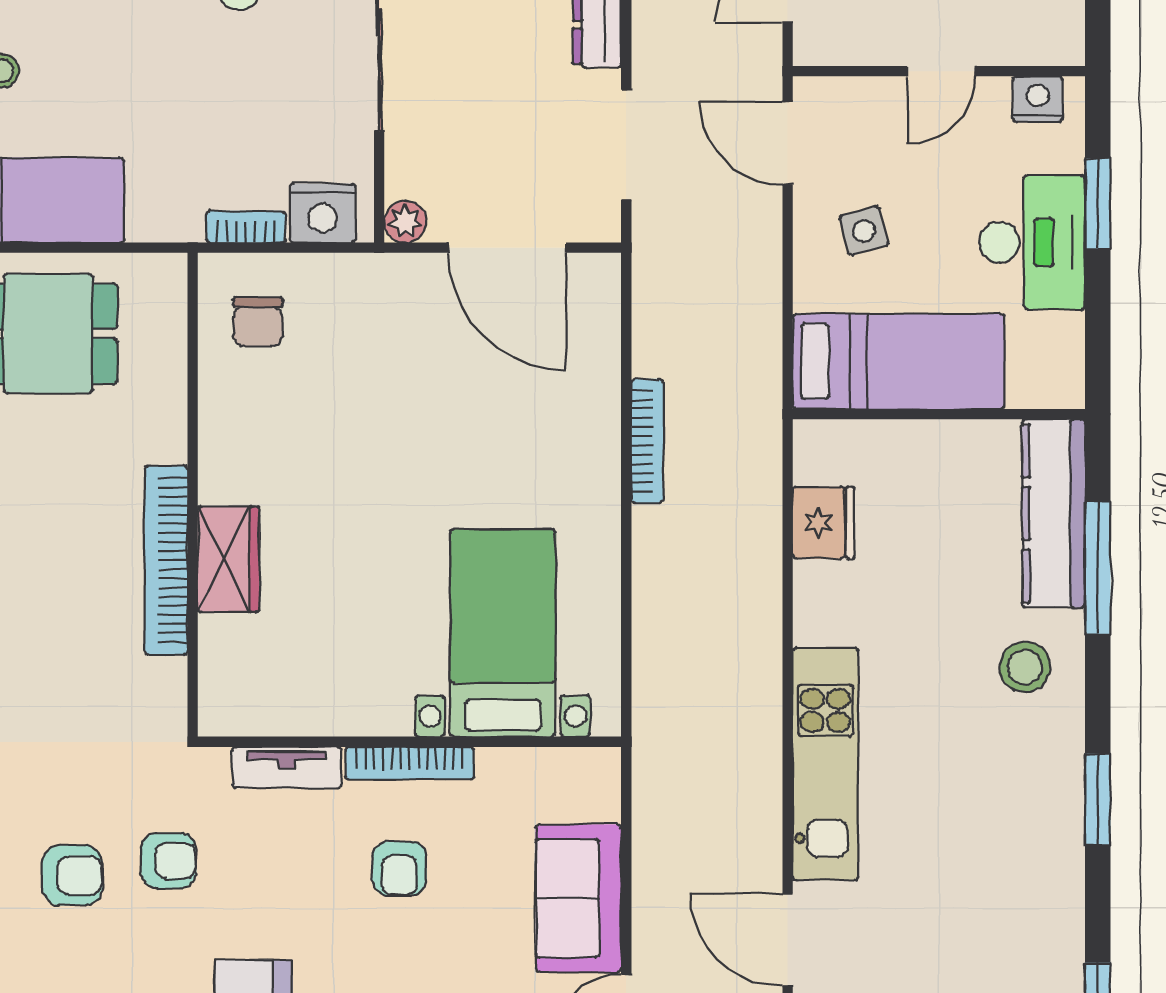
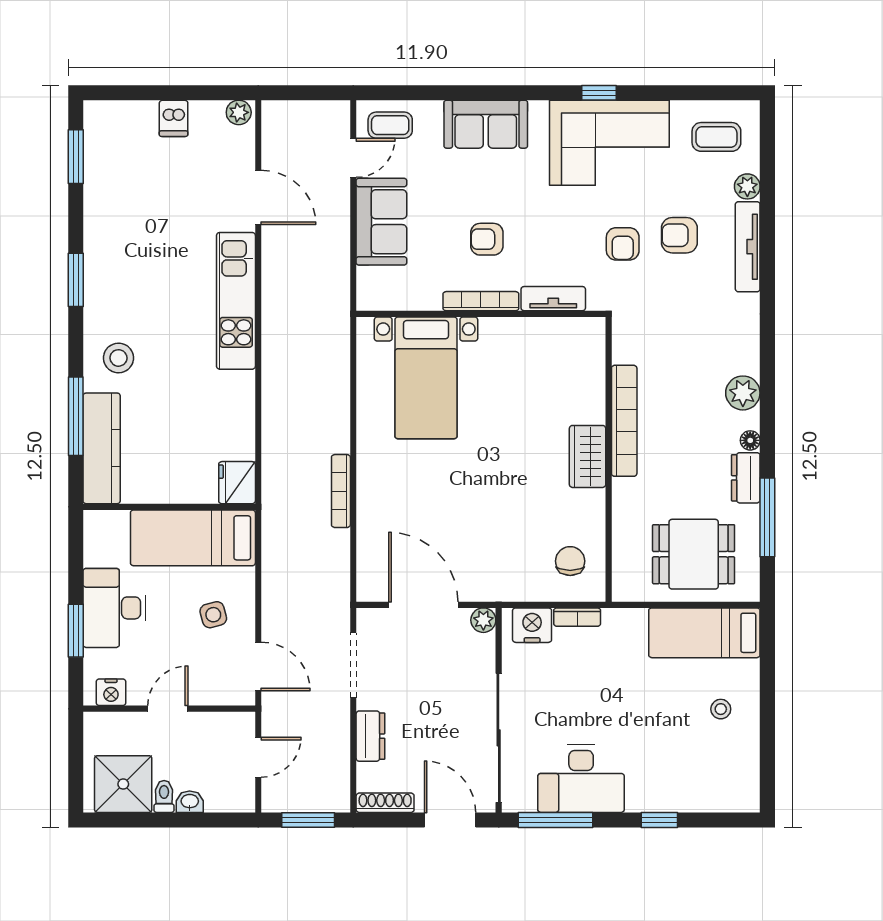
fridge: (824, 523) -> (237, 483), moved
wardrobe: (228, 559) -> (588, 456), moved
armchair: (169, 861) -> (623, 244), turned -90
armchair: (399, 869) -> (487, 239), turned -90

